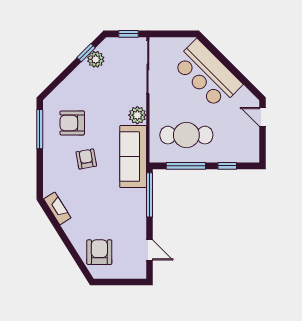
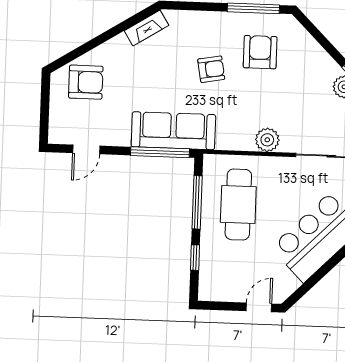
sofa: (133, 157) -> (173, 131), moved

